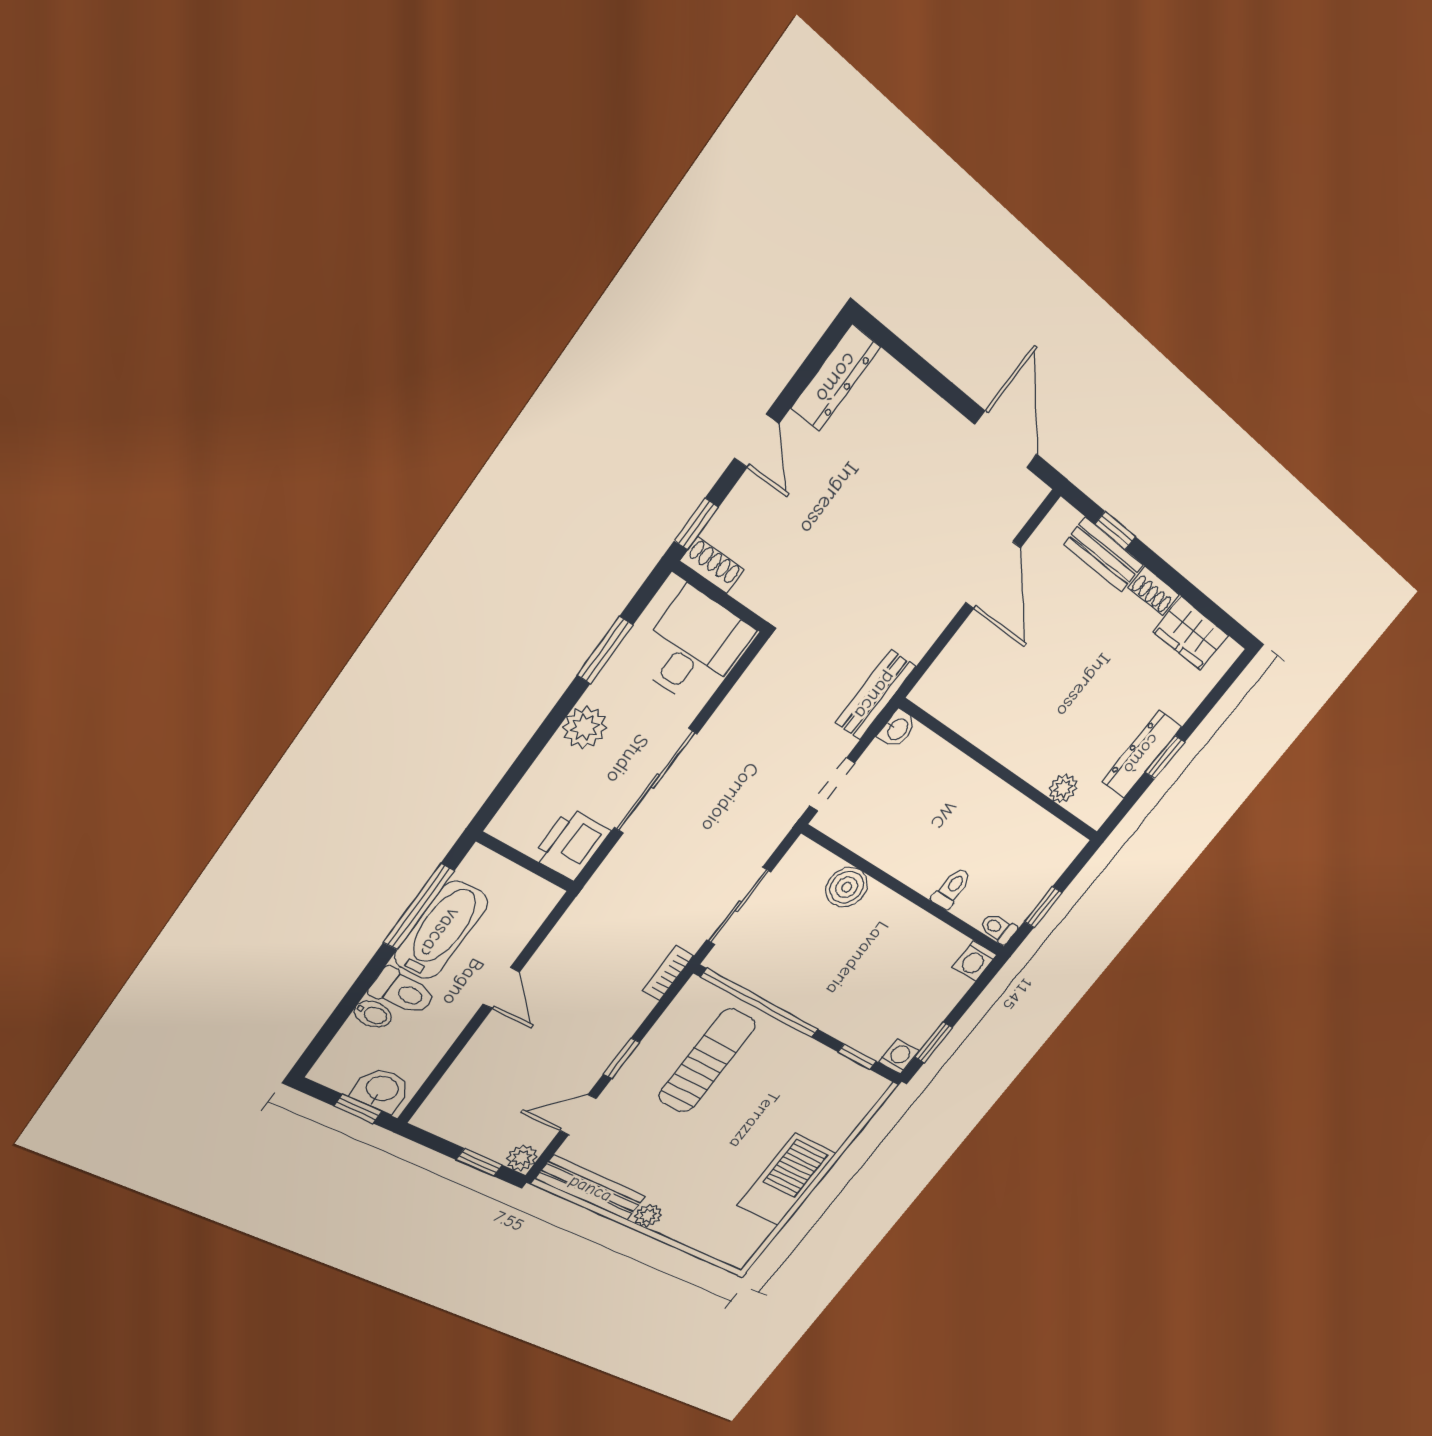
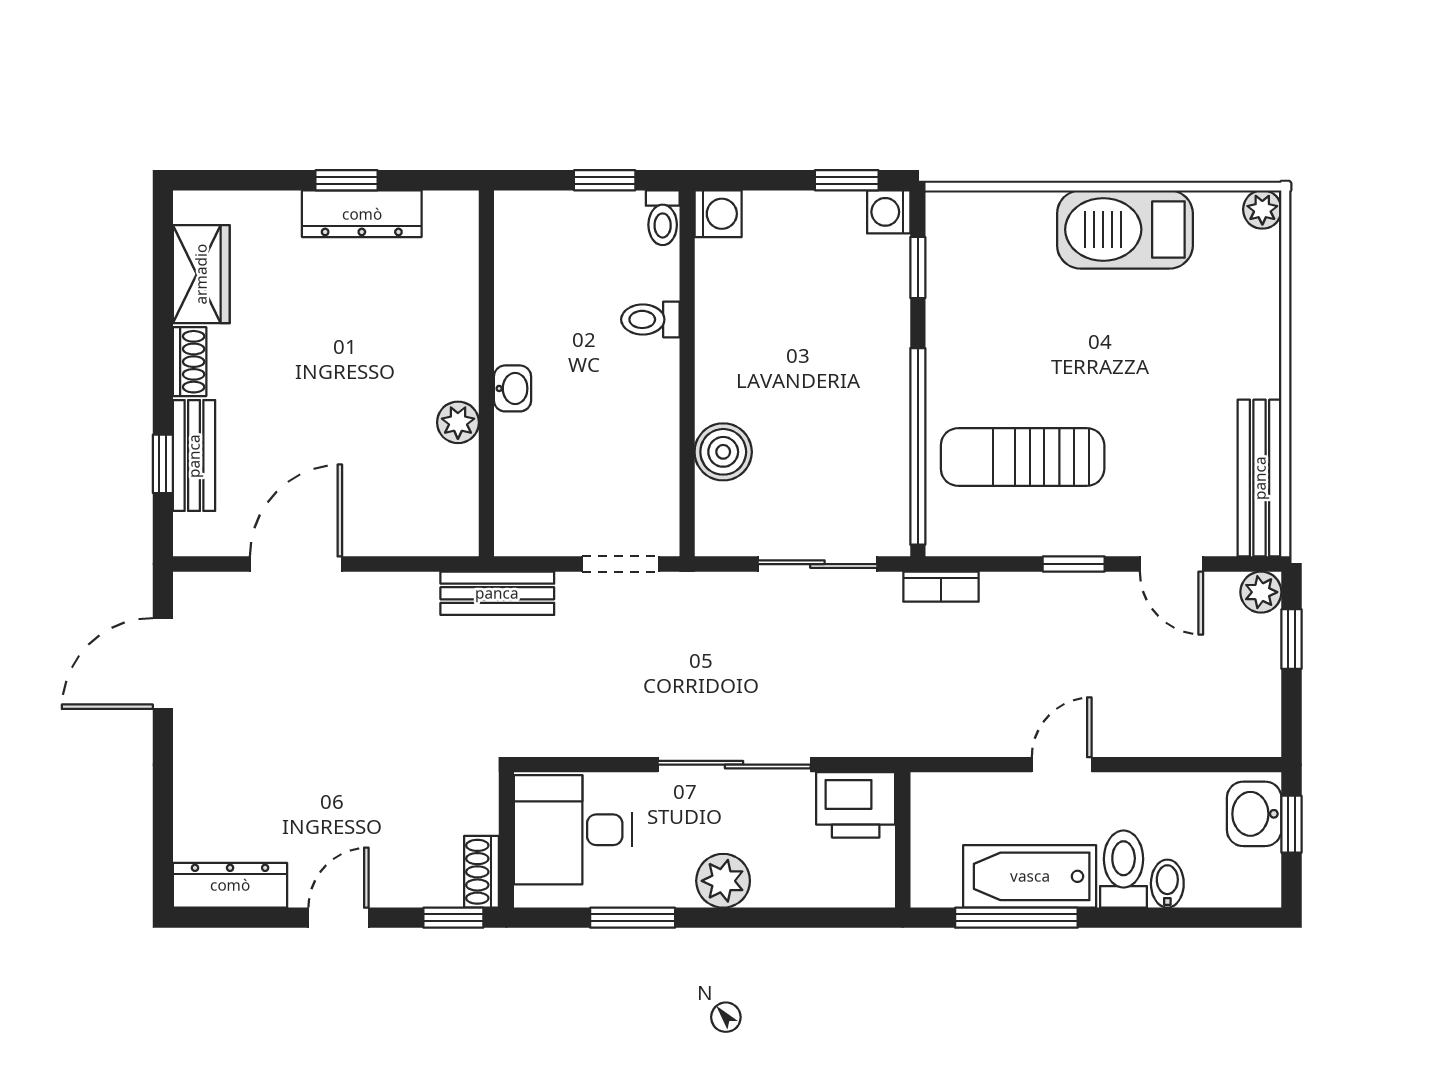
washbasin: (897, 729) -> (512, 388), moved, turned 90
plant: (1063, 788) -> (458, 422), moved
plant: (648, 1216) -> (1262, 209), moved

